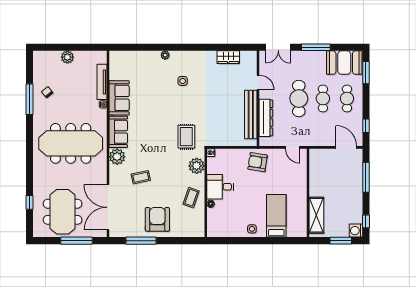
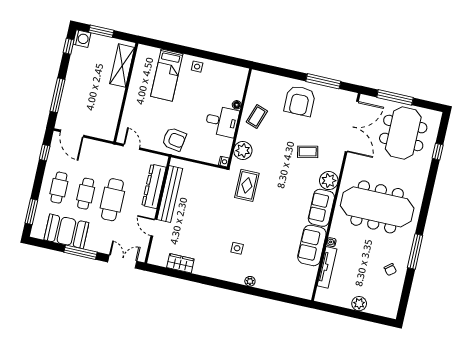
booth: (344, 63) -> (66, 231), moved
window: (29, 99) -> (415, 251), moved

